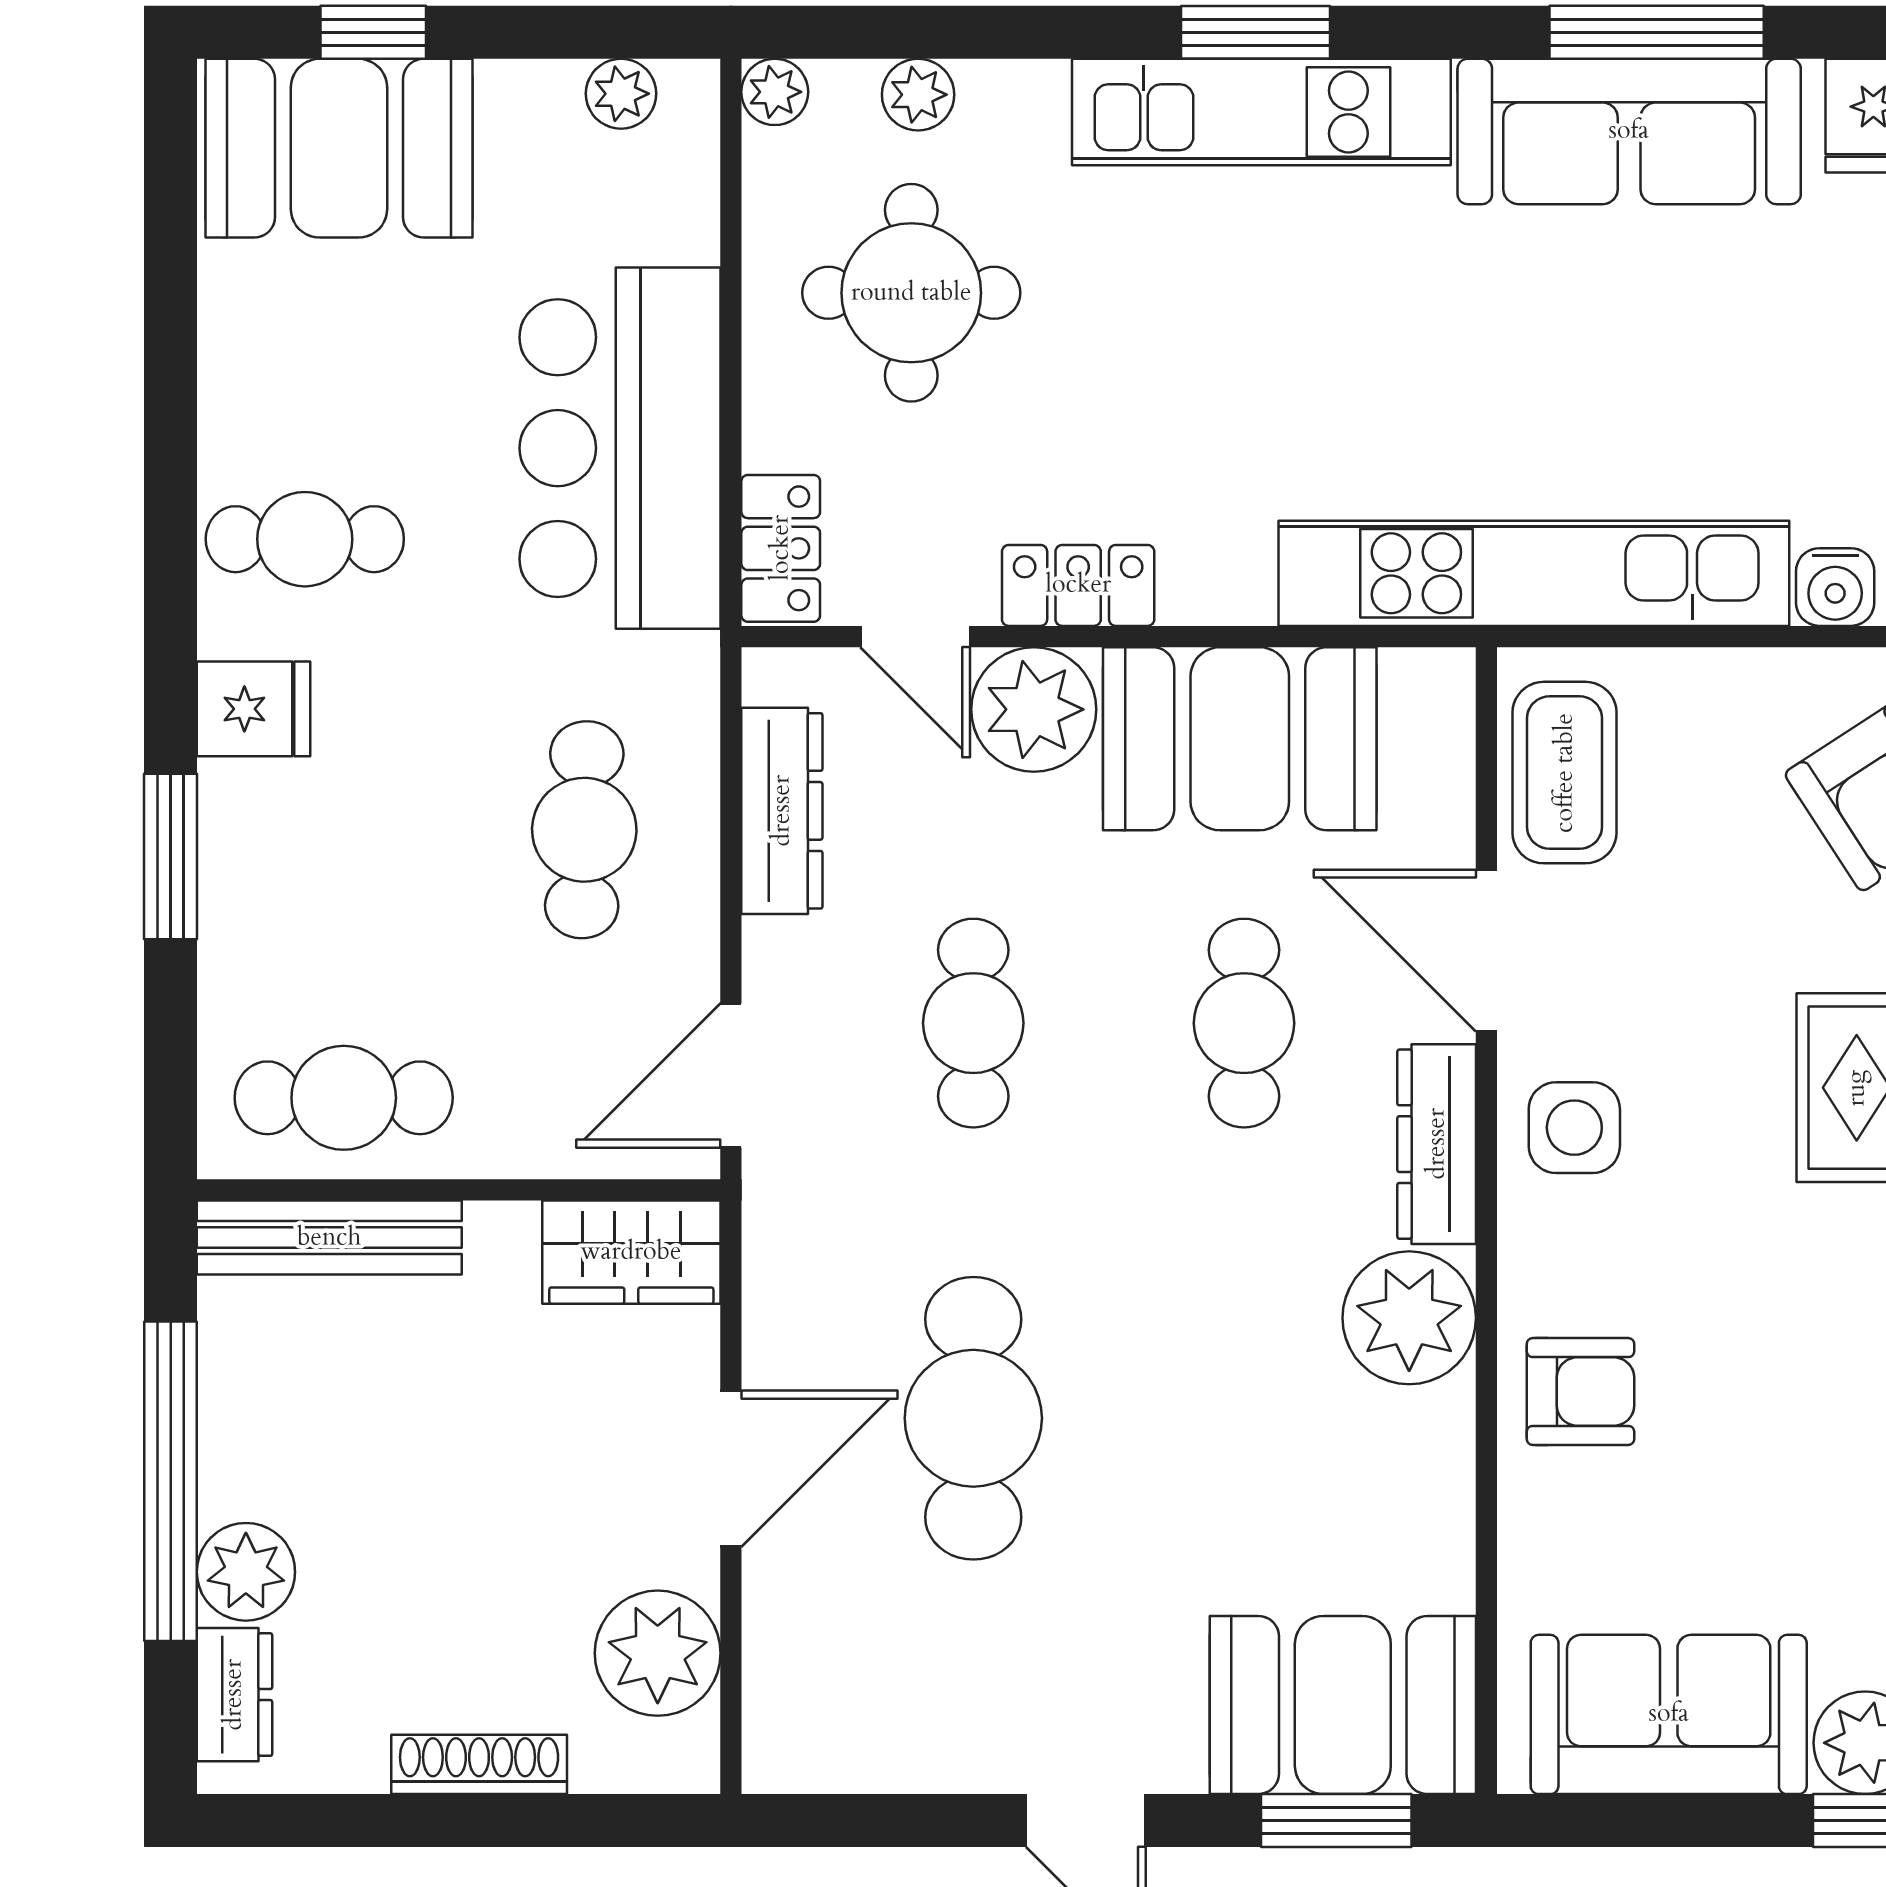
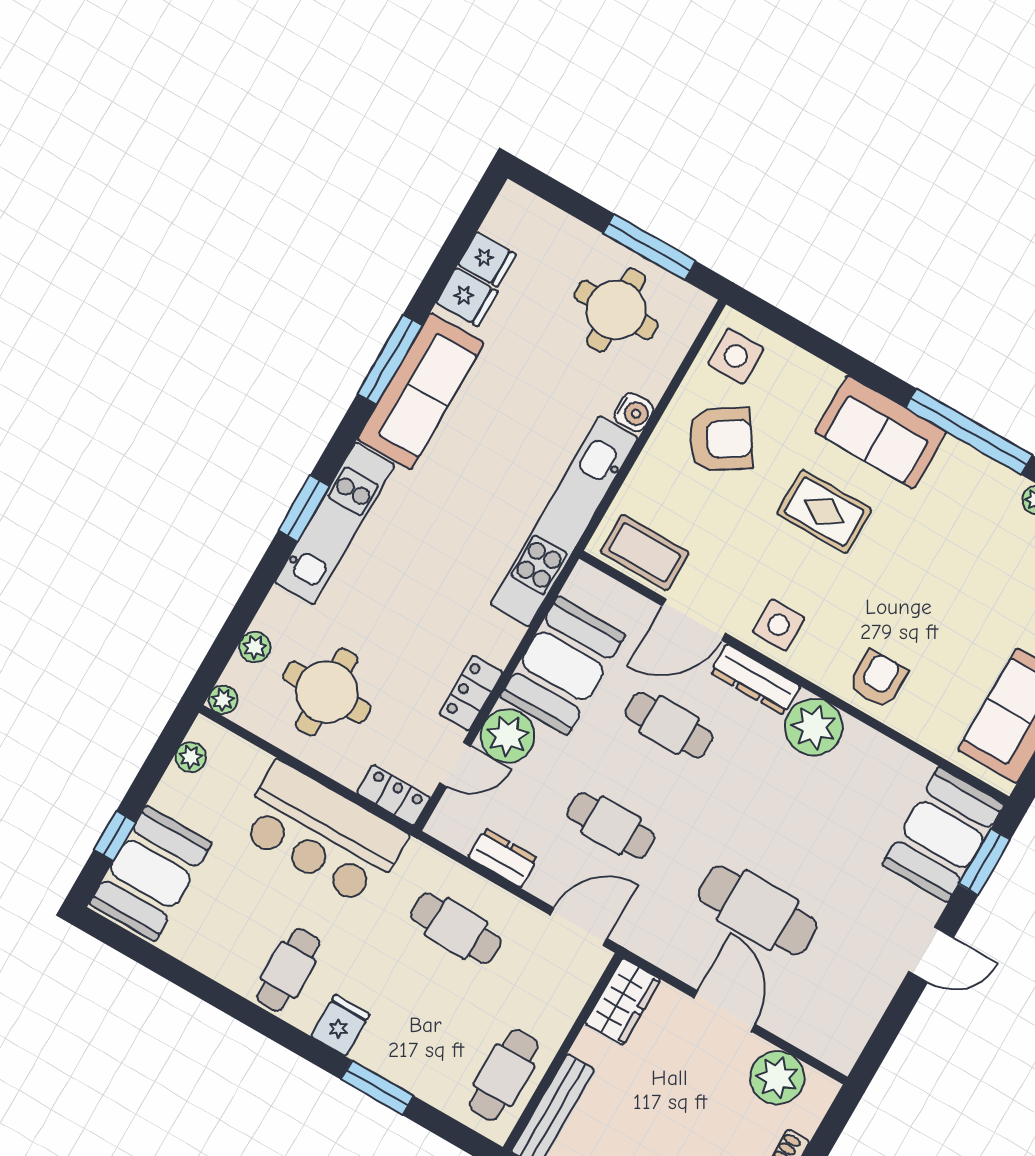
dresser: (782, 811) -> (503, 858), width x0.70
door: (731, 1075) -> (579, 927), swing flipped

